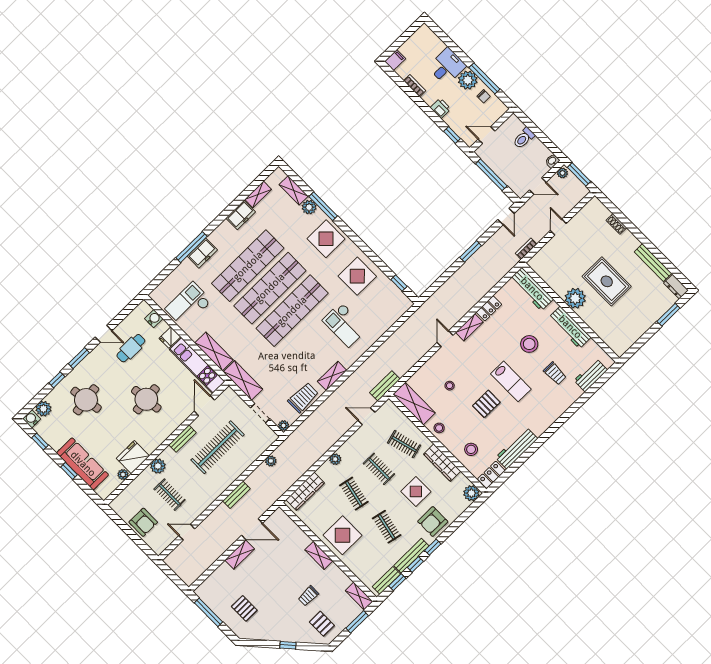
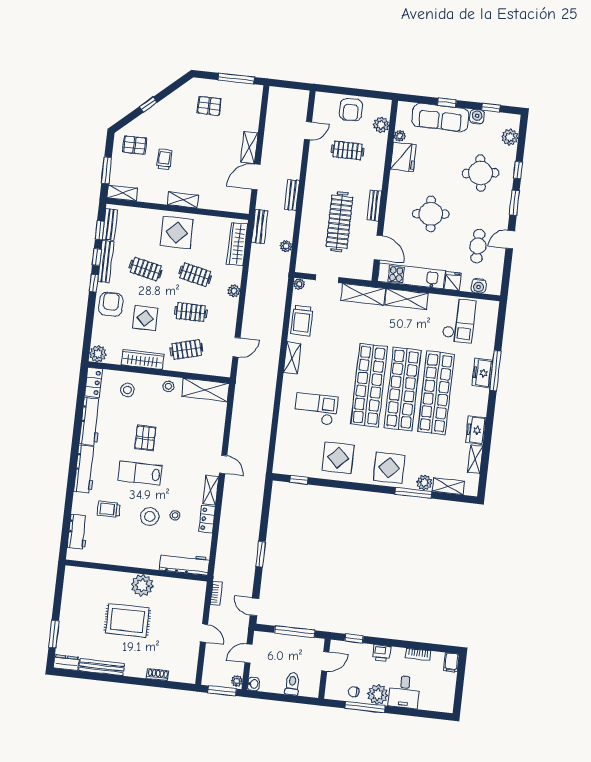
workbench: (570, 327) -> (85, 469), moved, turned 90
bench: (385, 386) -> (260, 226), moved
stool: (450, 386) -> (175, 515), moved
water cooler: (32, 419) -> (477, 117), moved, turned -90
plant: (158, 466) -> (381, 125), moved
armchair: (143, 522) -> (351, 110), turned -90

